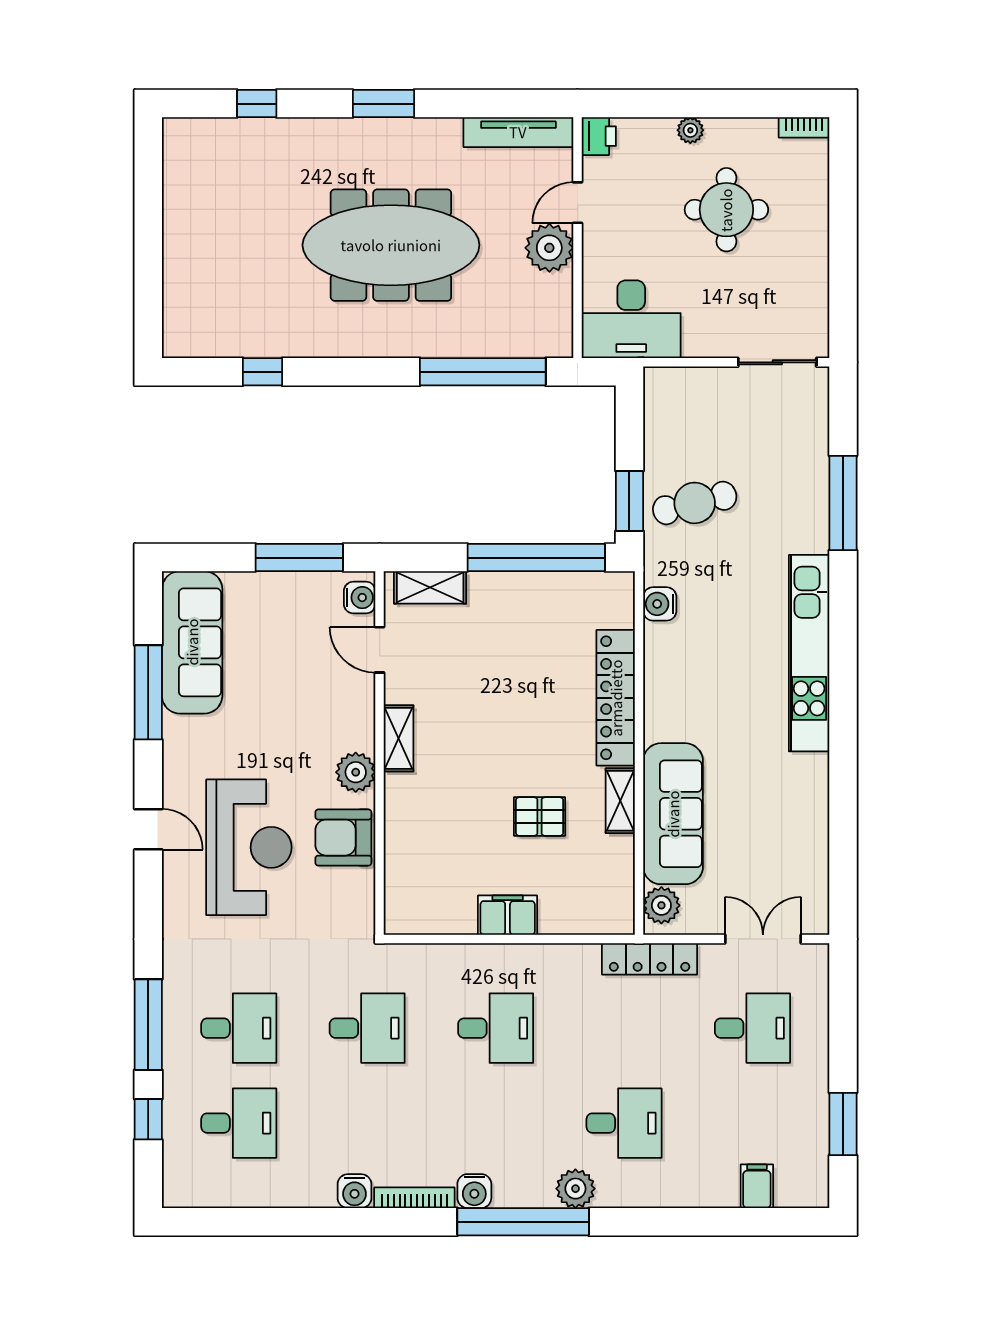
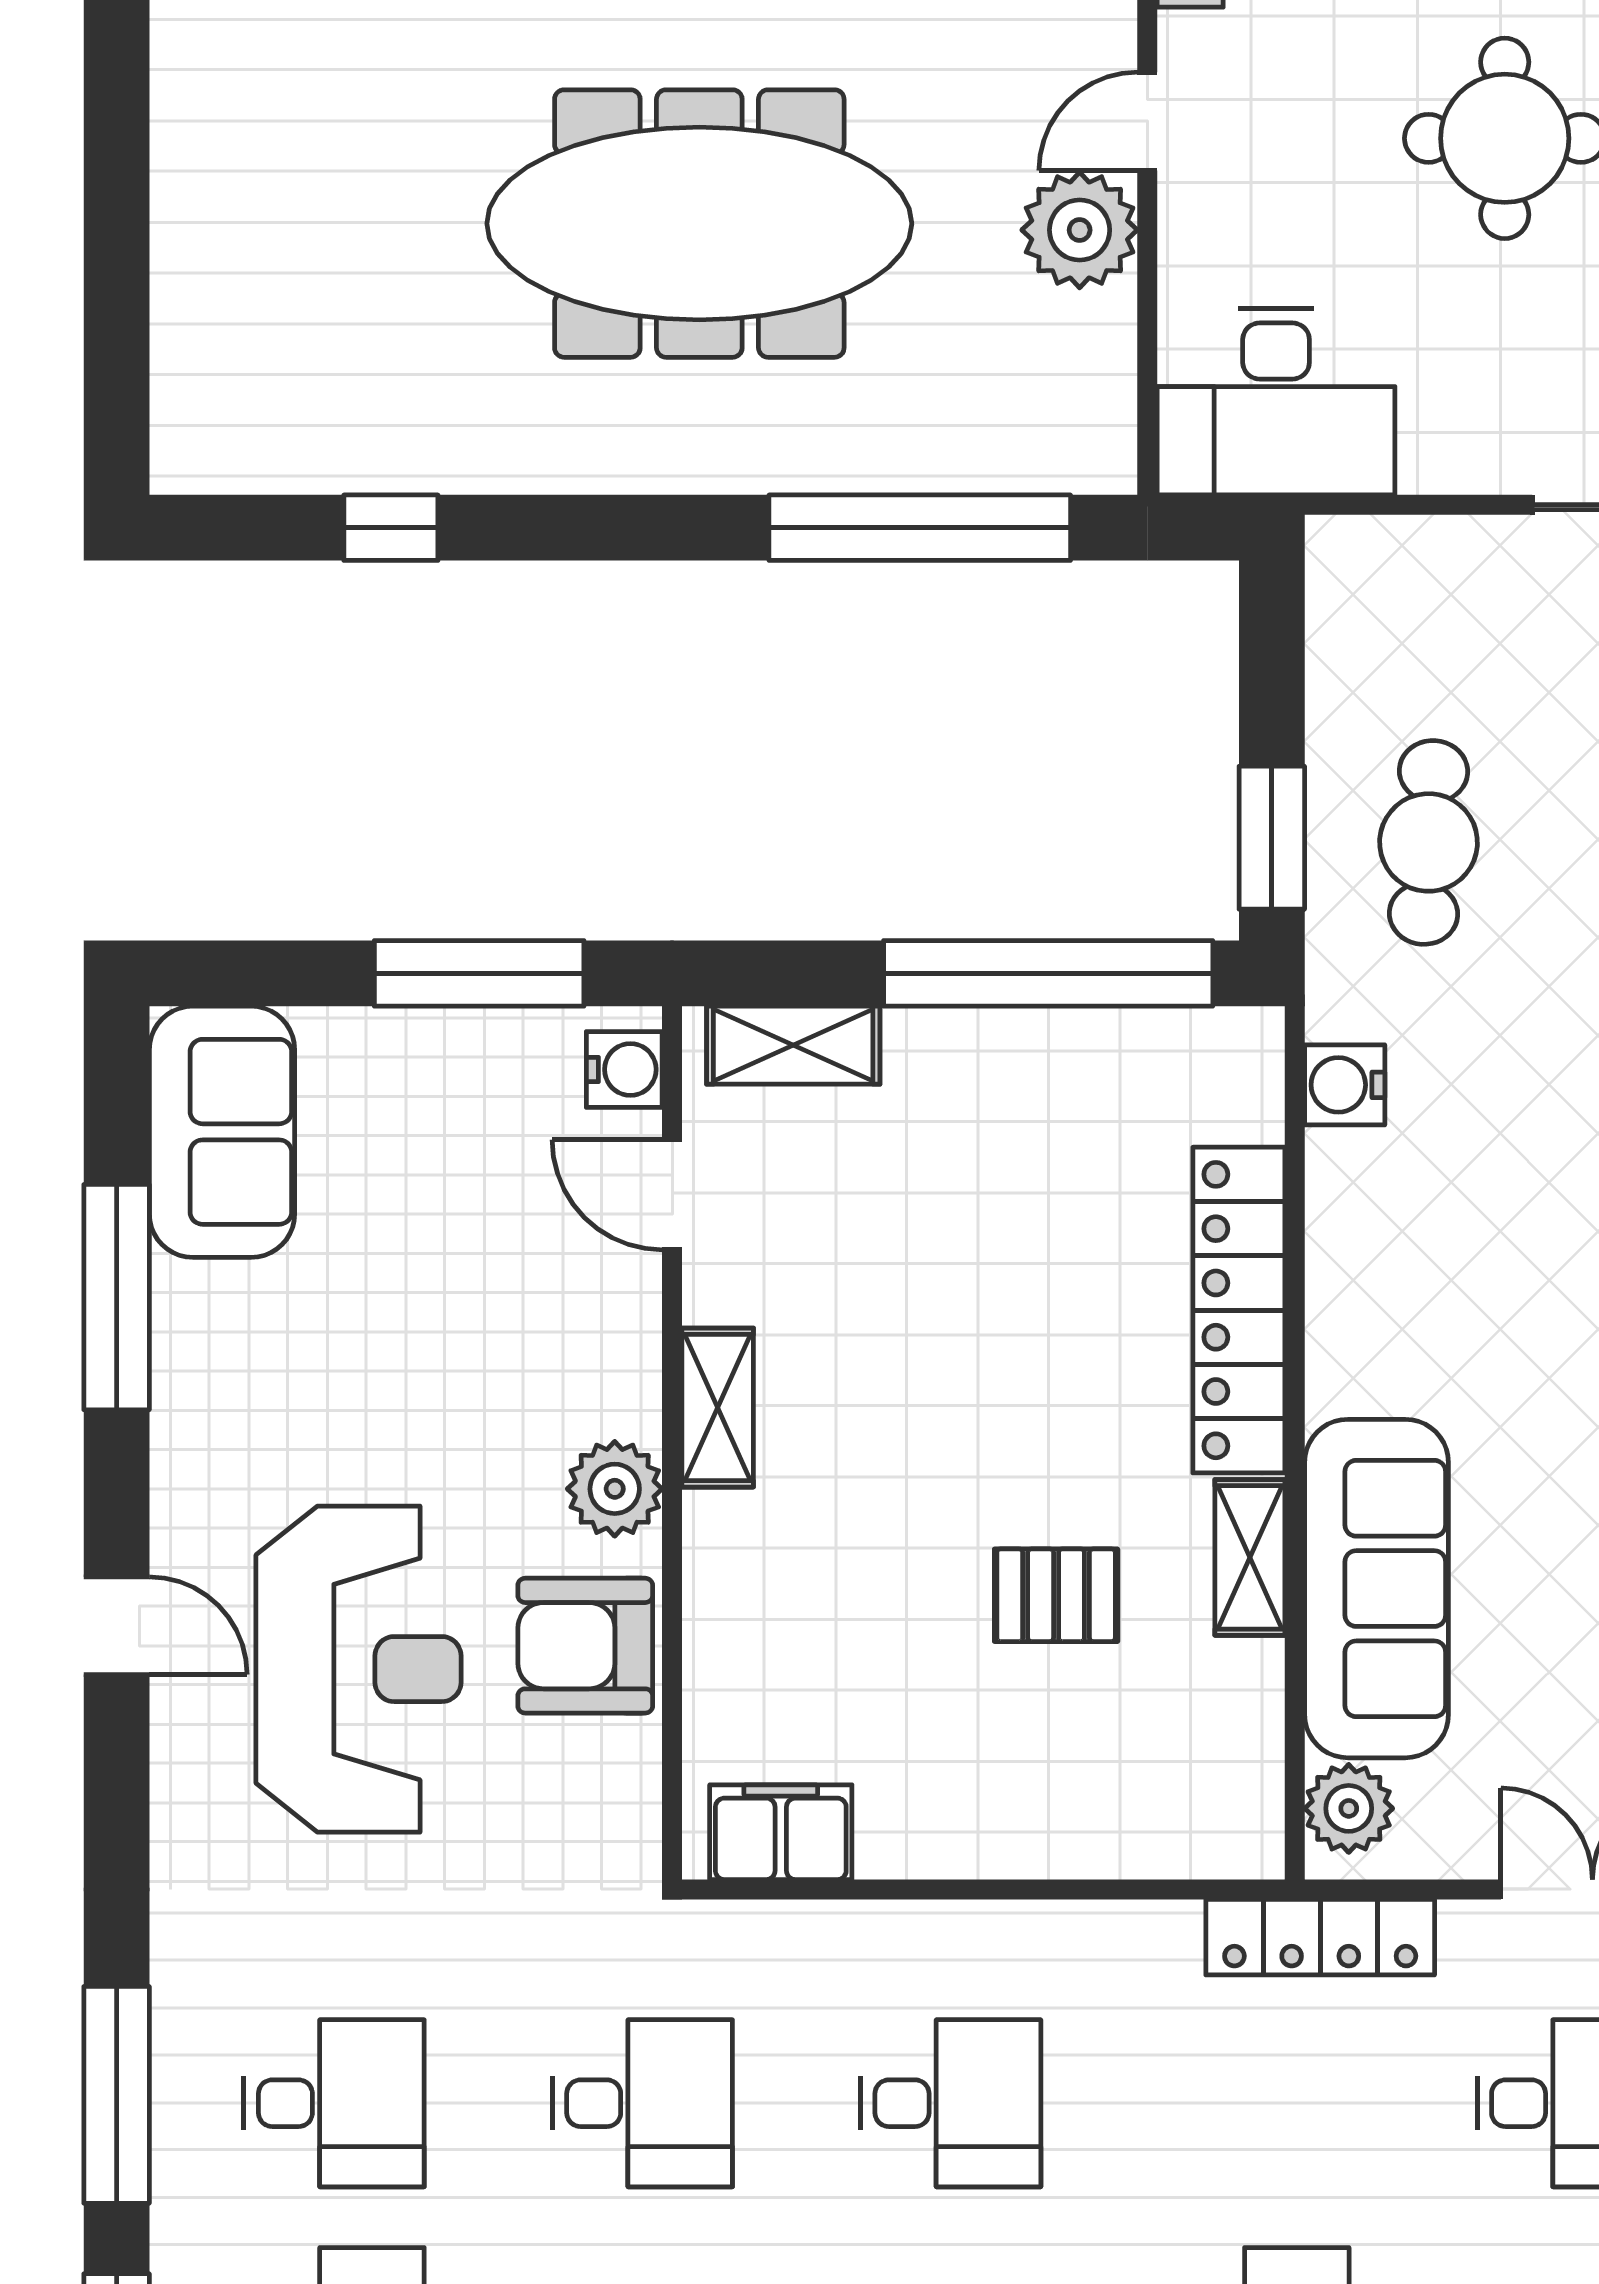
cafe table: (695, 503) -> (1429, 842), turned -72
sofa: (192, 642) -> (222, 1132), width x0.73
filing cabinet: (508, 915) -> (781, 1832), moved

